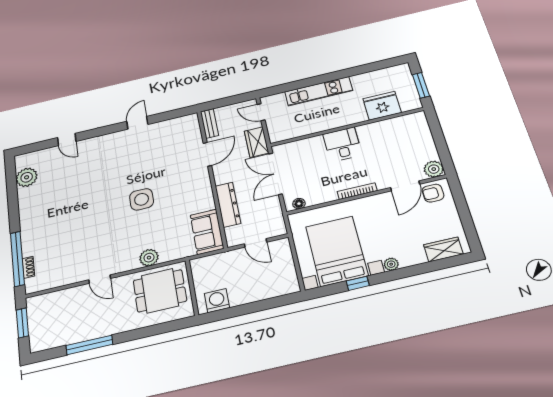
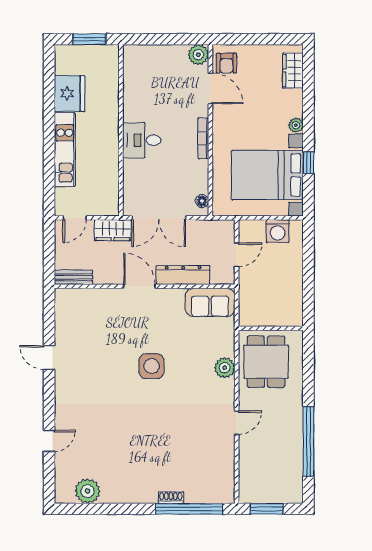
fridge: (382, 106) -> (70, 93), moved, turned 180
door: (207, 154) -> (139, 286), moved
shoe rack: (28, 267) -> (171, 498), moved
washing machine: (217, 301) -> (278, 231), moved, turned -90
window: (89, 345) -> (308, 441), width x1.46

